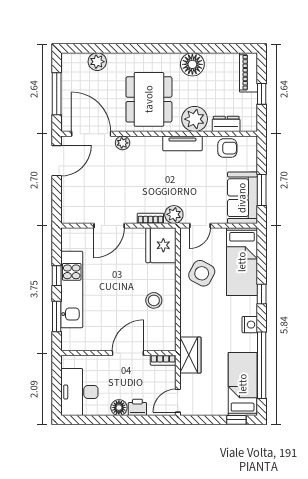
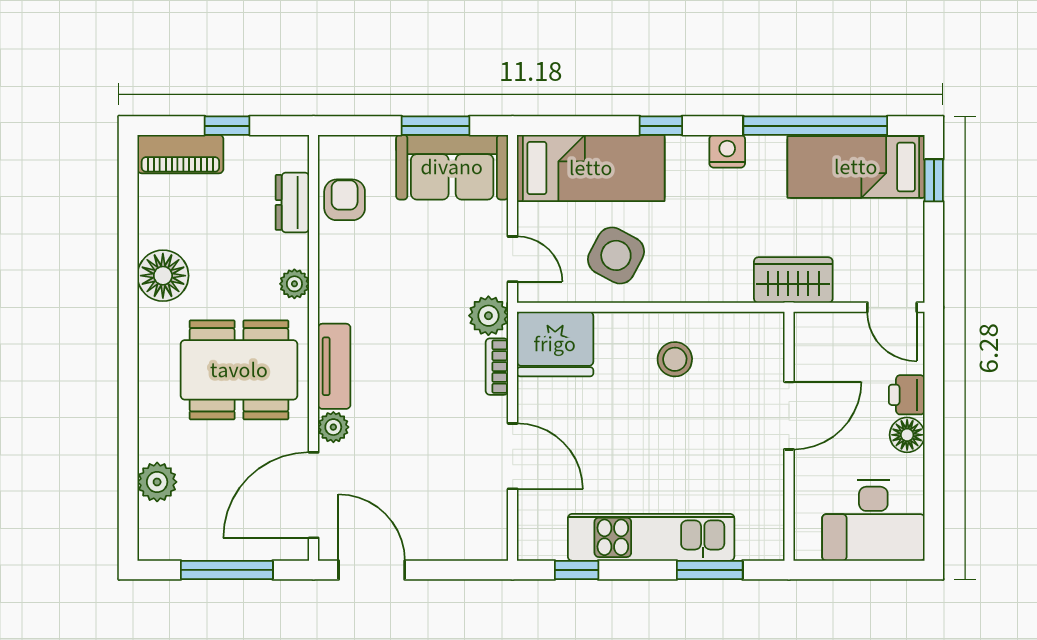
plant: (195, 119) -> (294, 284), width x0.53, depth x0.53
tv unit: (182, 143) -> (334, 366), moved
window: (57, 276) -> (577, 570), moved
door: (128, 353) -> (789, 416), swing flipped
bookcase: (163, 360) -> (804, 339), removed

